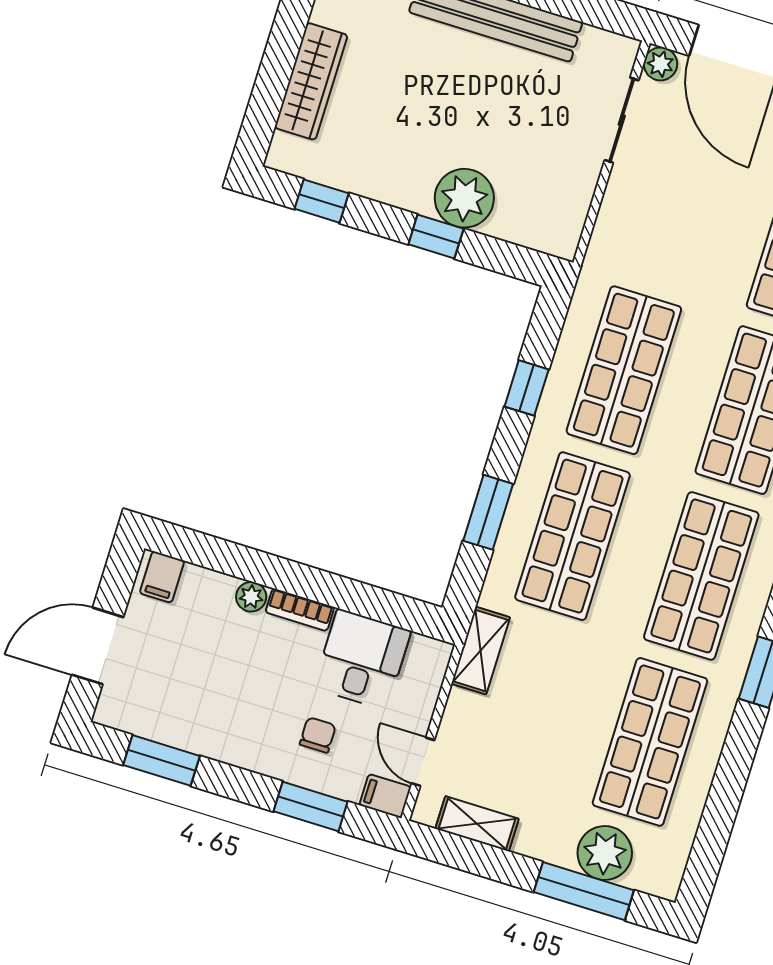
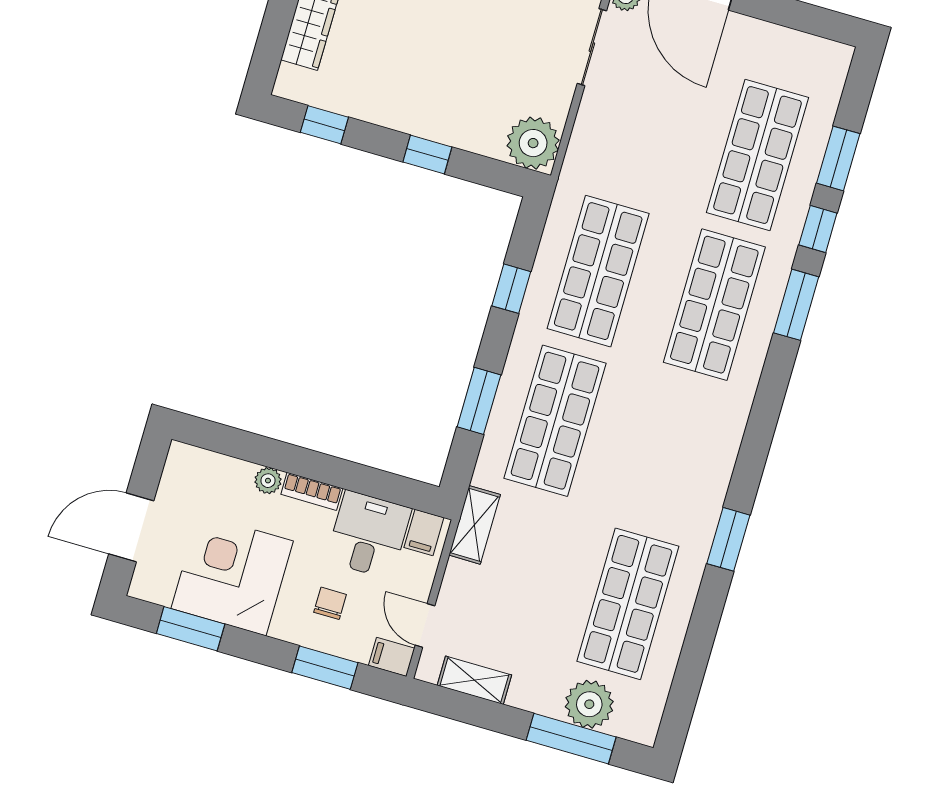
plant: (464, 198) -> (533, 143), moved
shop shelf: (701, 576) -> (671, 454), removed
filing cabinet: (162, 577) -> (424, 533), moved
corner desk: (209, 701) -> (232, 575), added

